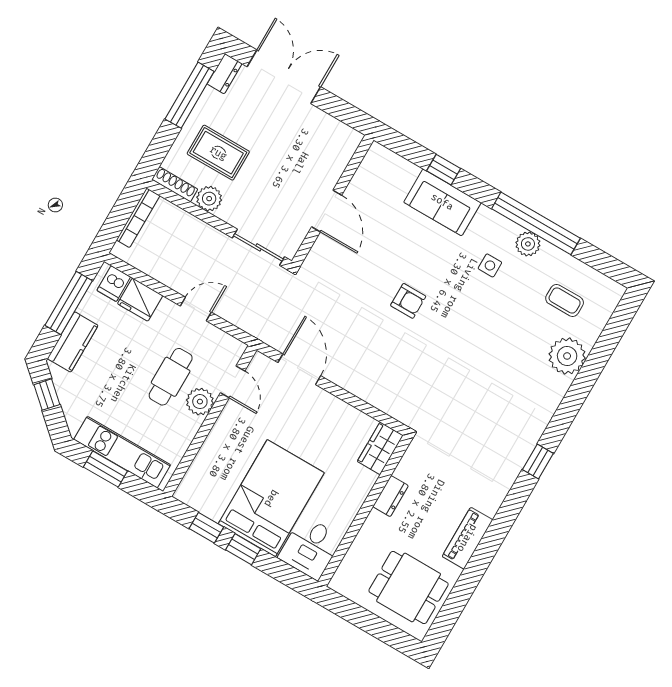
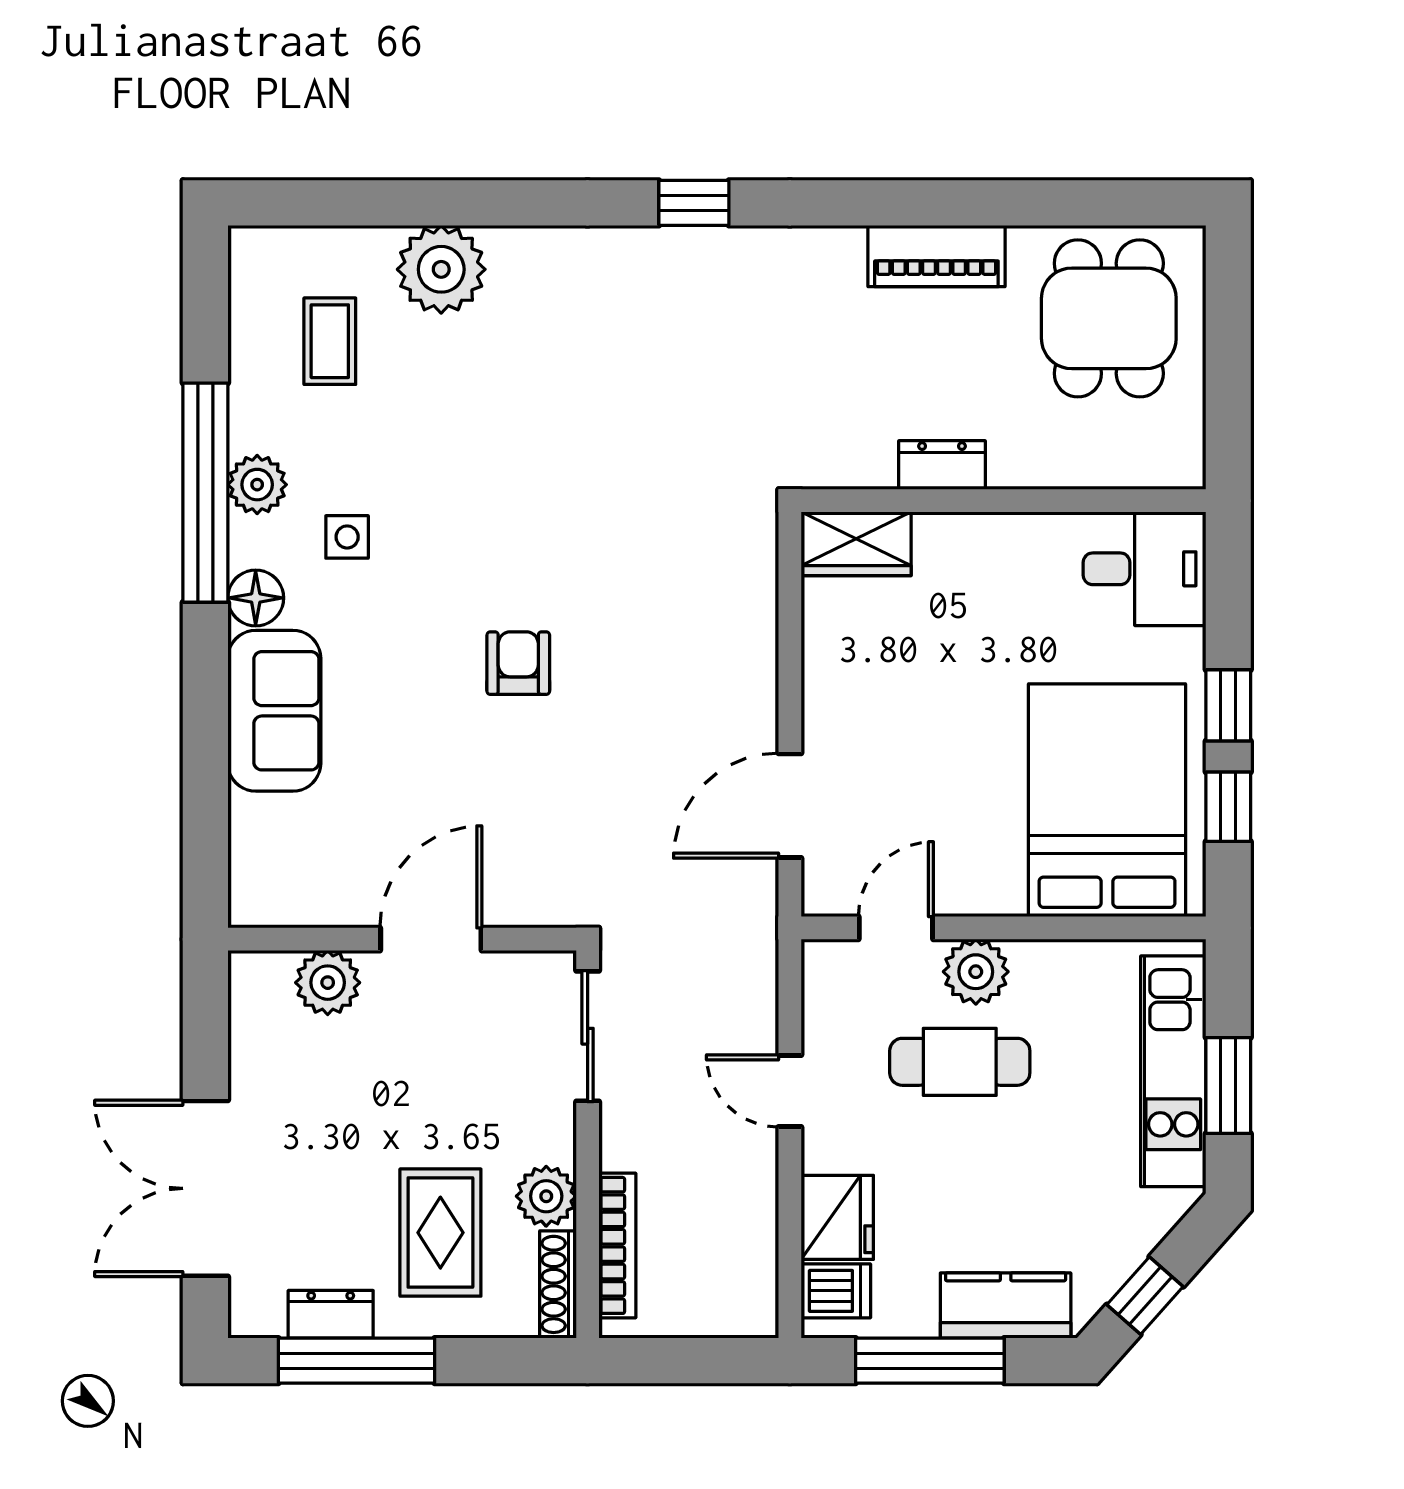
dresser: (225, 74) -> (331, 1314), moved
plant: (333, 164) -> (328, 983), added
window: (444, 170) -> (205, 748), removed
bookcase: (138, 218) -> (617, 1245), moved, turned 90
floor lamp: (487, 220) -> (256, 598), added
bed: (271, 498) -> (1107, 800), moved, turned 90

